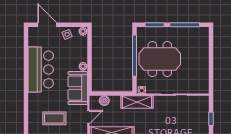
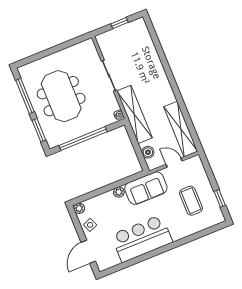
meeting table: (160, 59) -> (61, 96), moved
shelving: (137, 102) -> (134, 114), width x1.47

